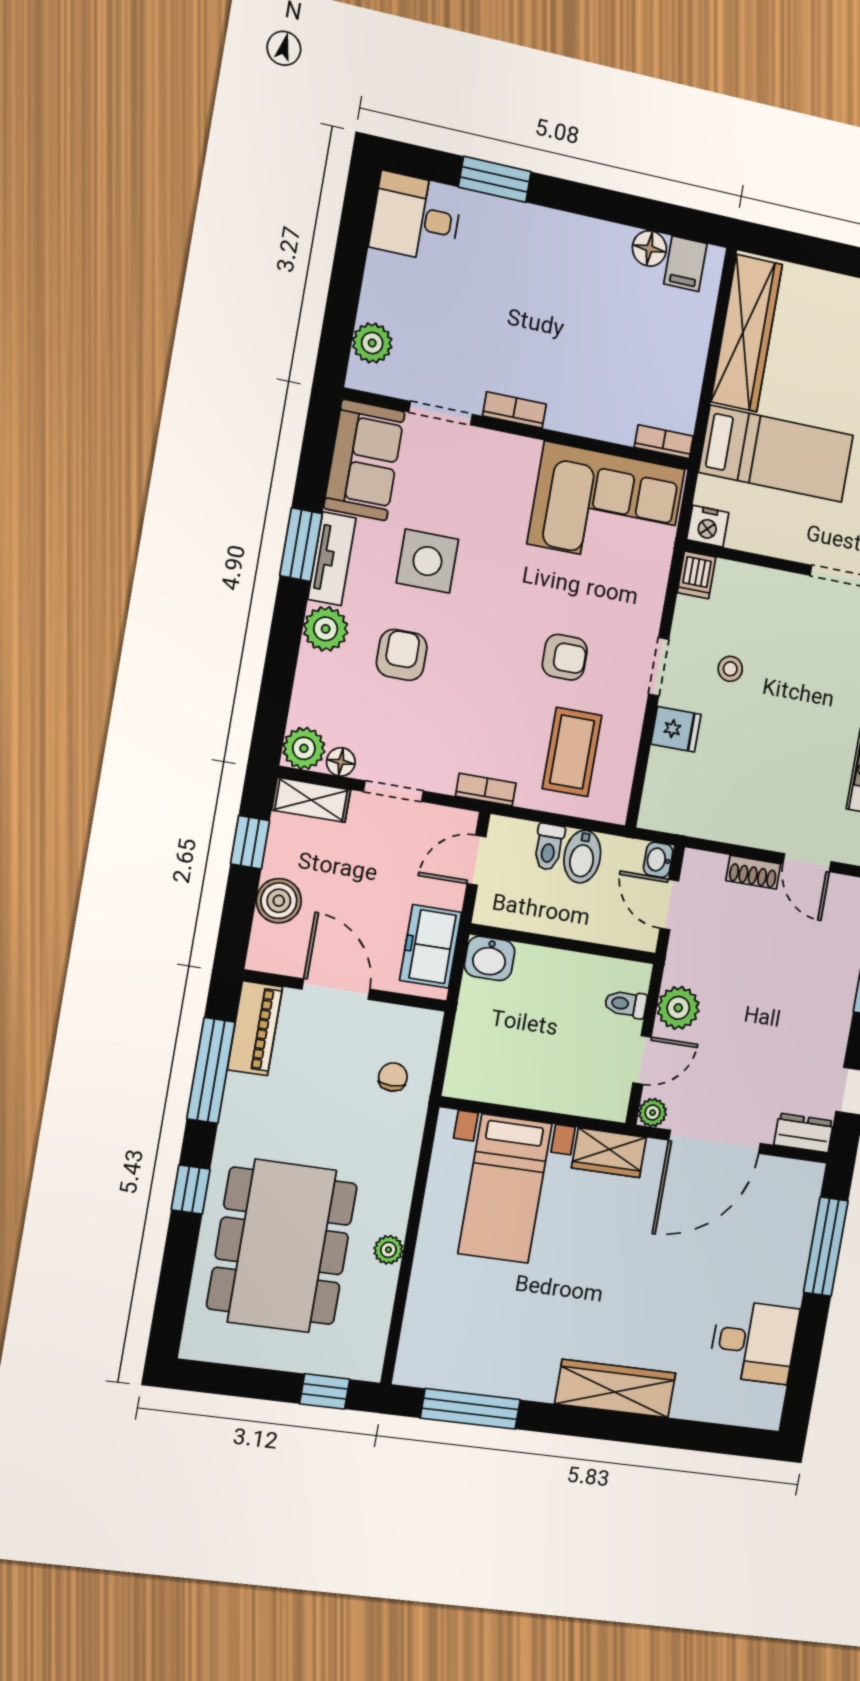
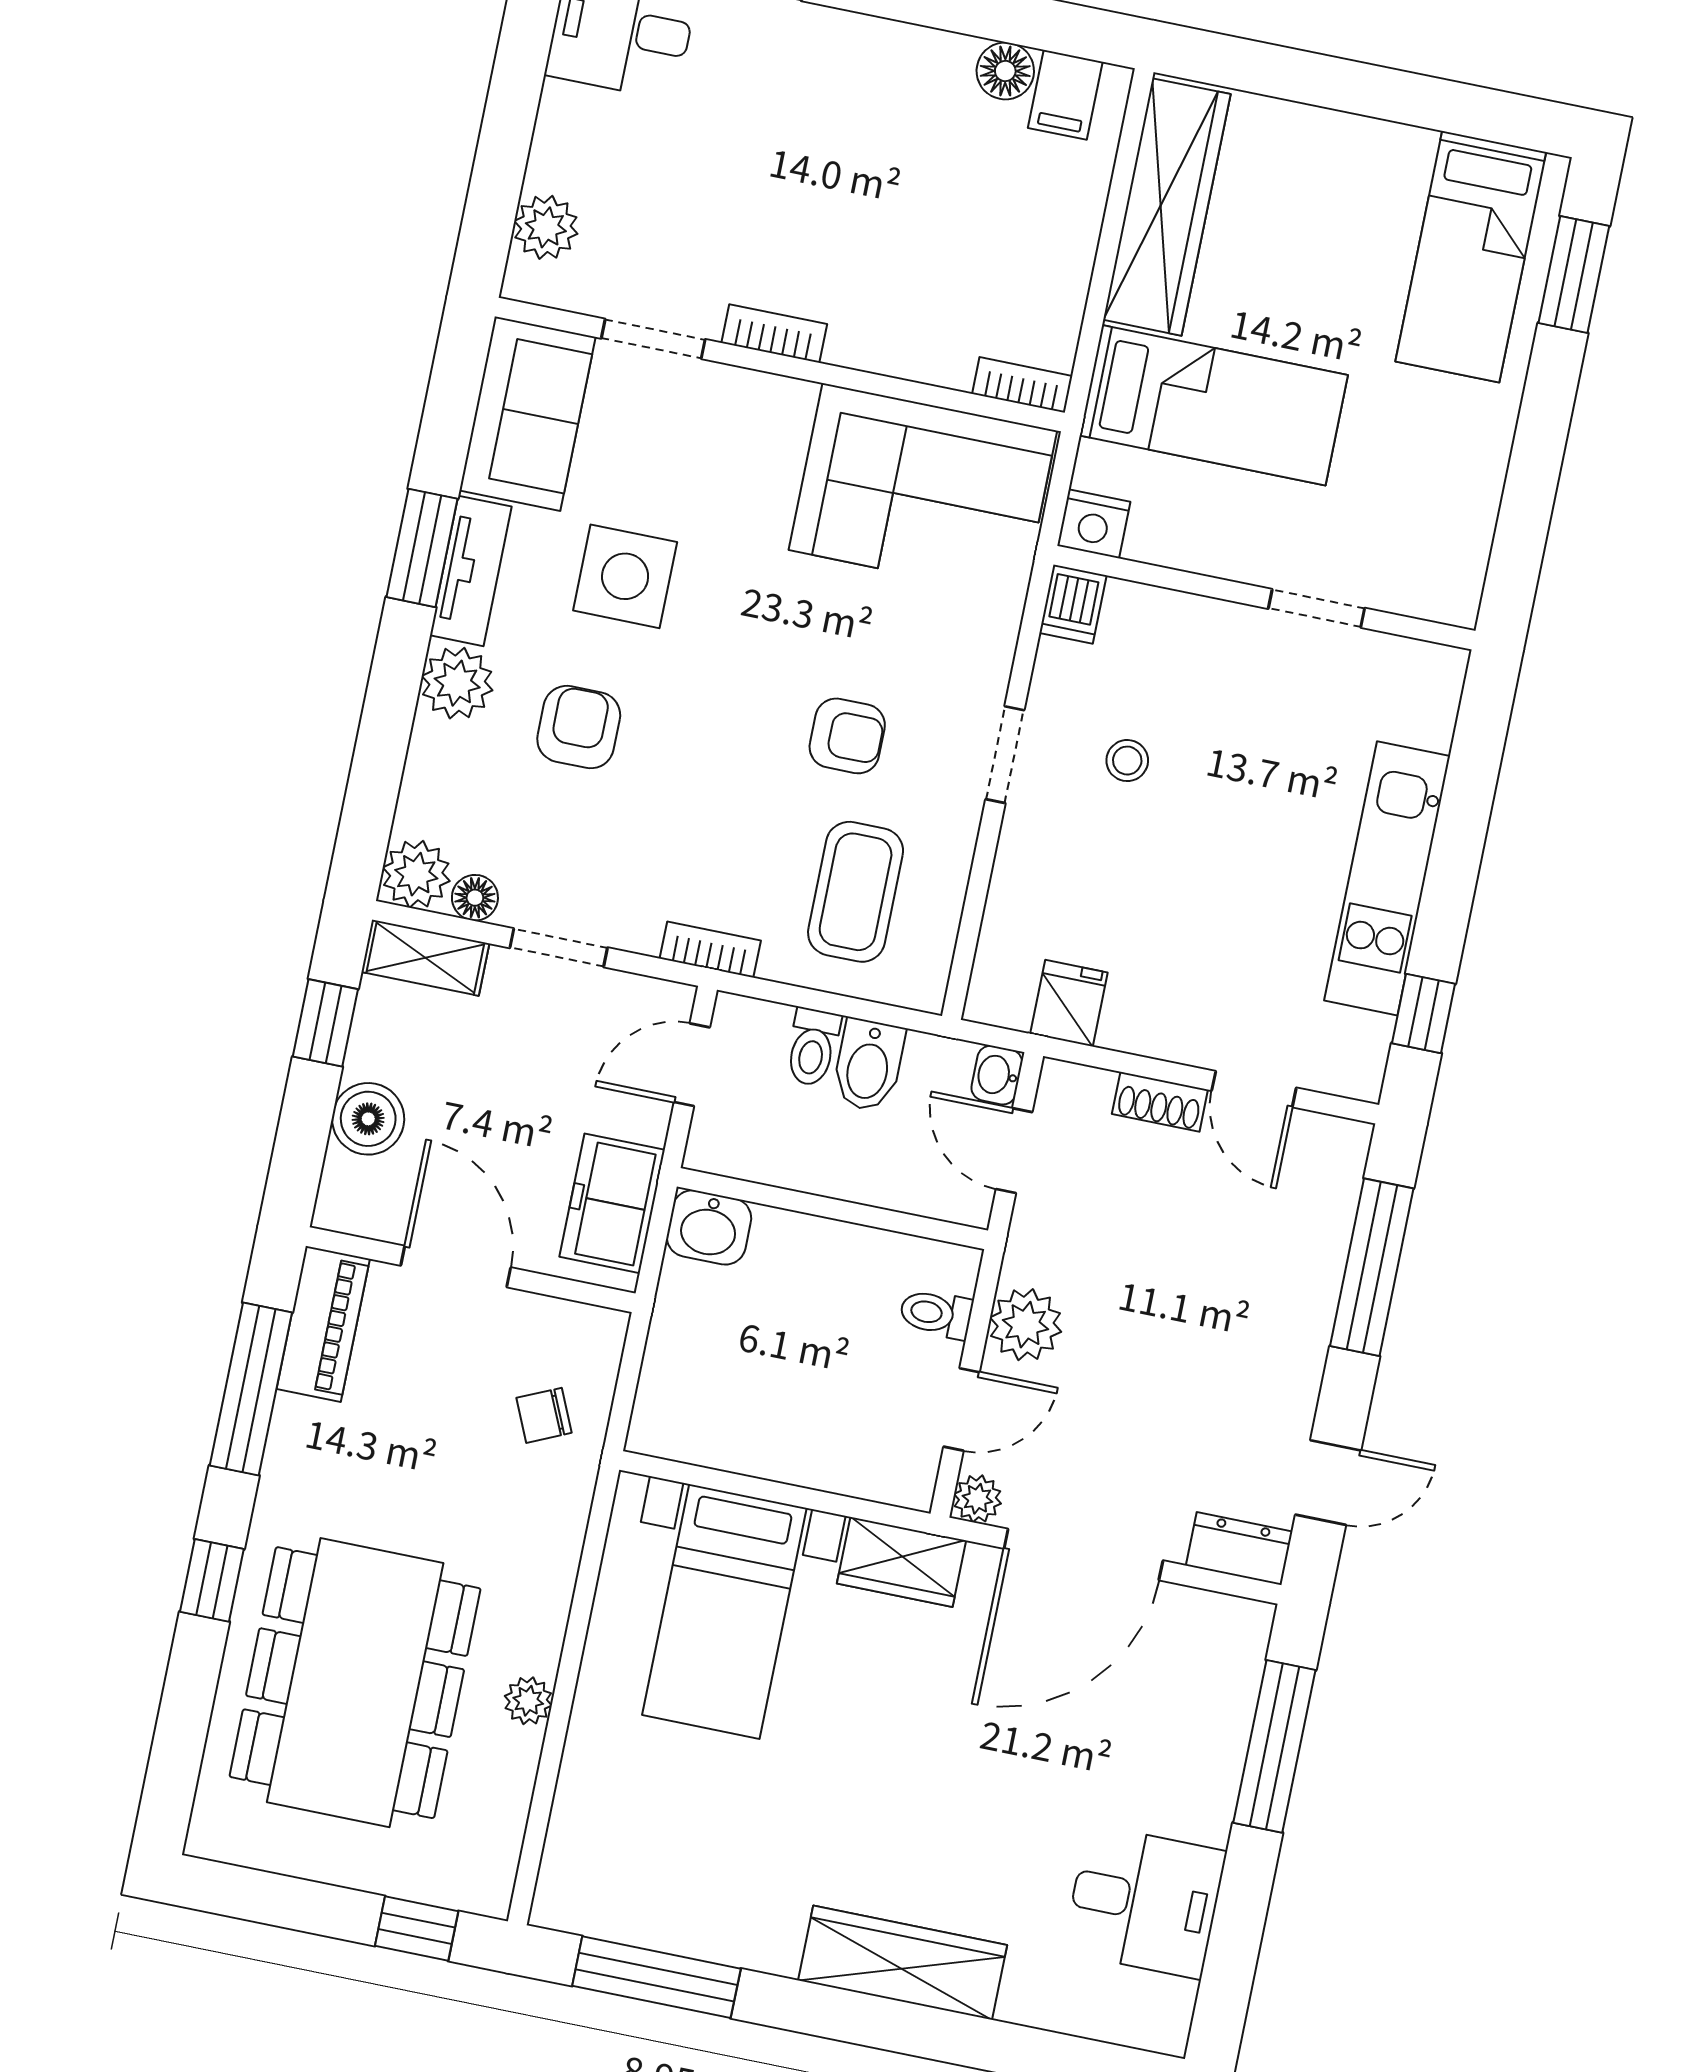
fridge: (676, 729) -> (1069, 1003), moved, turned -90
chair: (393, 1077) -> (544, 1415), turned -114

